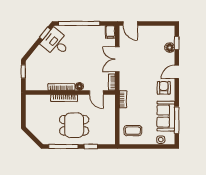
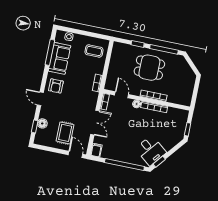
rug: (145, 43) -> (65, 133), added
door: (177, 72) -> (40, 99), swing flipped

